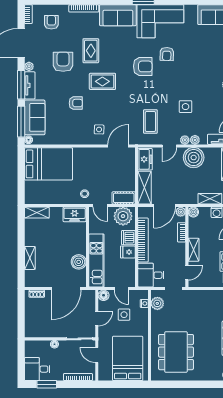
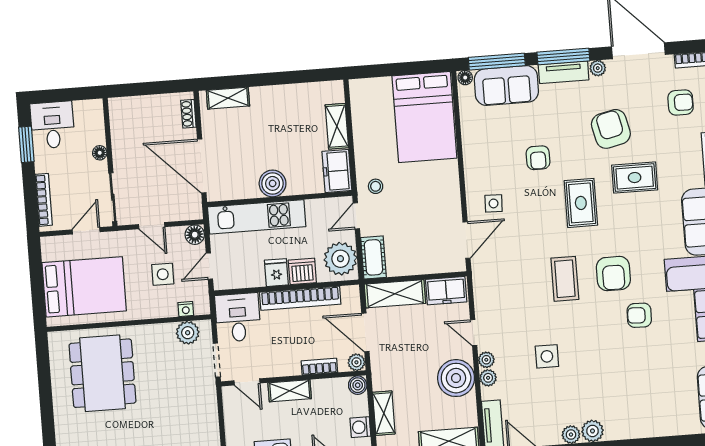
armchair: (63, 62) -> (611, 129), turned -103
coffee table: (150, 121) -> (565, 279), moved, turned 90
door: (118, 146) -> (467, 240), hinge flipped
shelving: (37, 212) -> (337, 126), moved
shelving: (30, 258) -> (228, 98), moved
boiler: (79, 262) -> (273, 183), moved
dining table: (176, 352) -> (102, 373), turned 90

